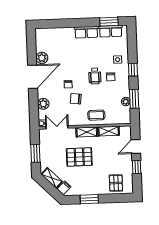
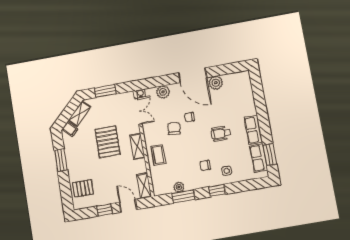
wheelchair: (95, 76) -> (221, 134), moved
shelving: (109, 131) -> (144, 186), moved

